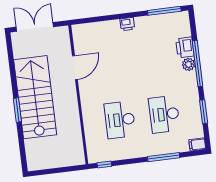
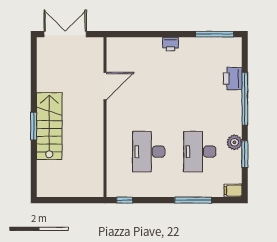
plant: (189, 64) -> (234, 142), moved
stairs: (35, 97) -> (49, 126), width x0.73, depth x0.66

